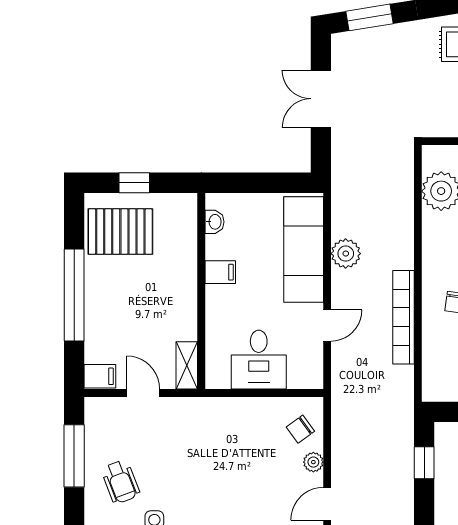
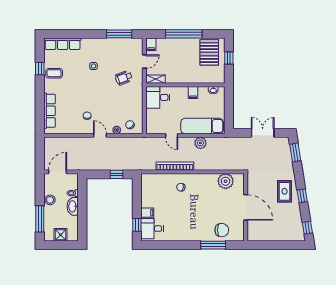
desk: (259, 360) -> (158, 97), moved
wheelchair: (121, 482) -> (124, 78), moved

